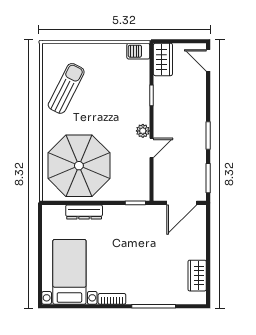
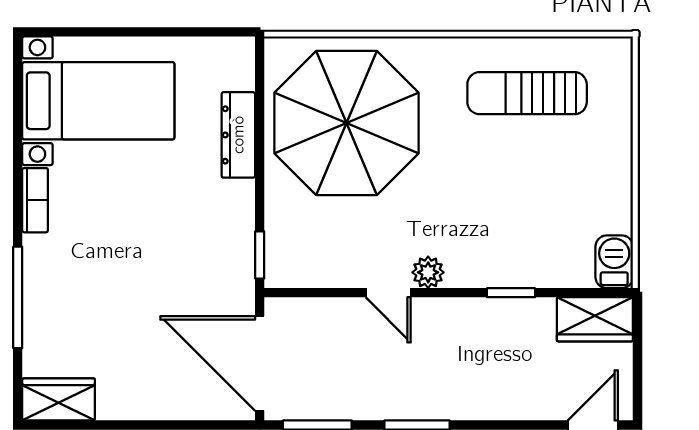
sun lounger: (66, 88) -> (527, 93), turned 153
door: (182, 203) -> (260, 364), width x1.36
wardrobe: (197, 276) -> (59, 399), moved

